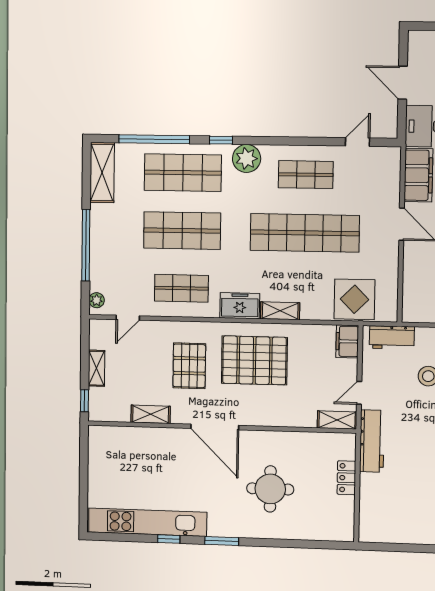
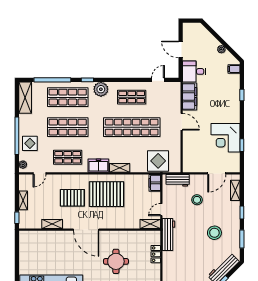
display table: (110, 260) -> (30, 143), added
pallet: (189, 366) -> (72, 198), turned 90

